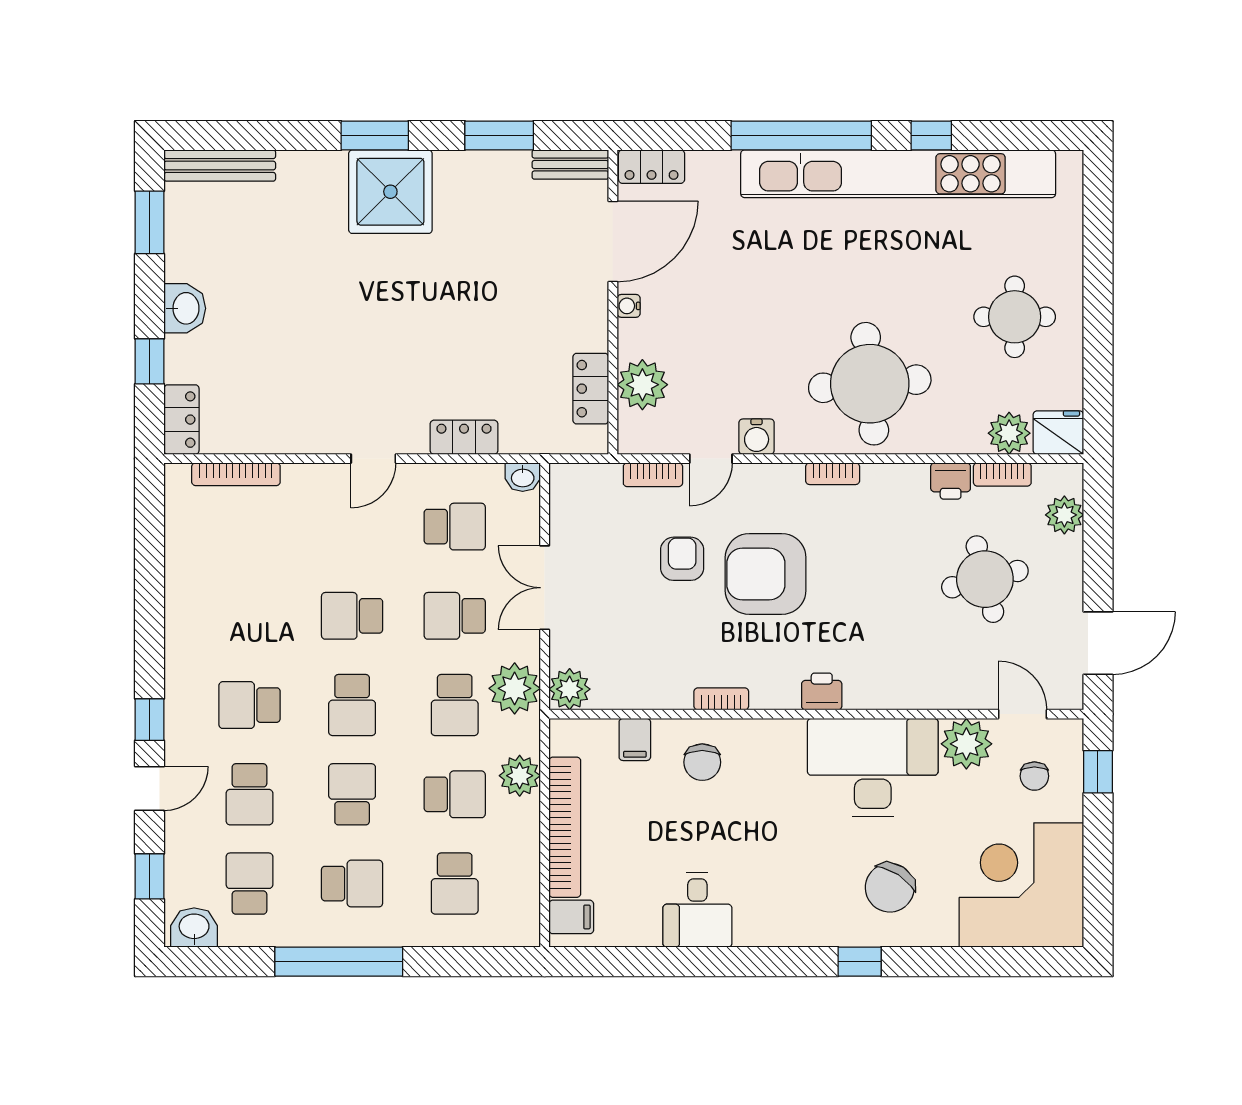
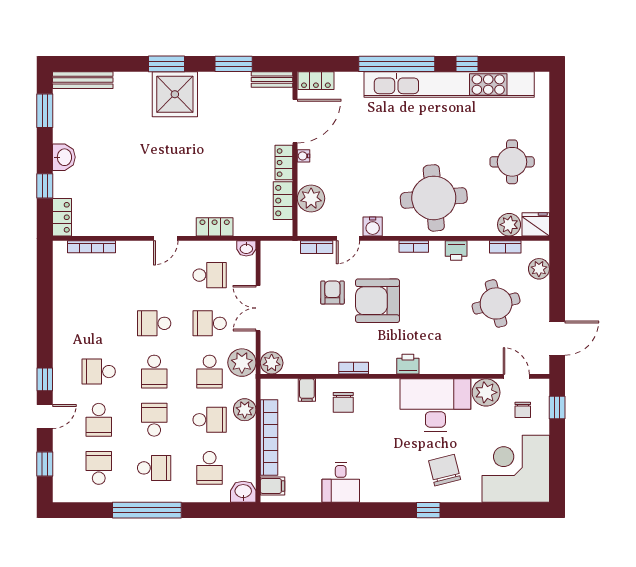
locker: (592, 318) -> (284, 163), added
printer: (951, 481) -> (456, 251), moved
chair: (890, 888) -> (445, 470), turned 133
washbasin: (194, 928) -> (243, 492), moved

